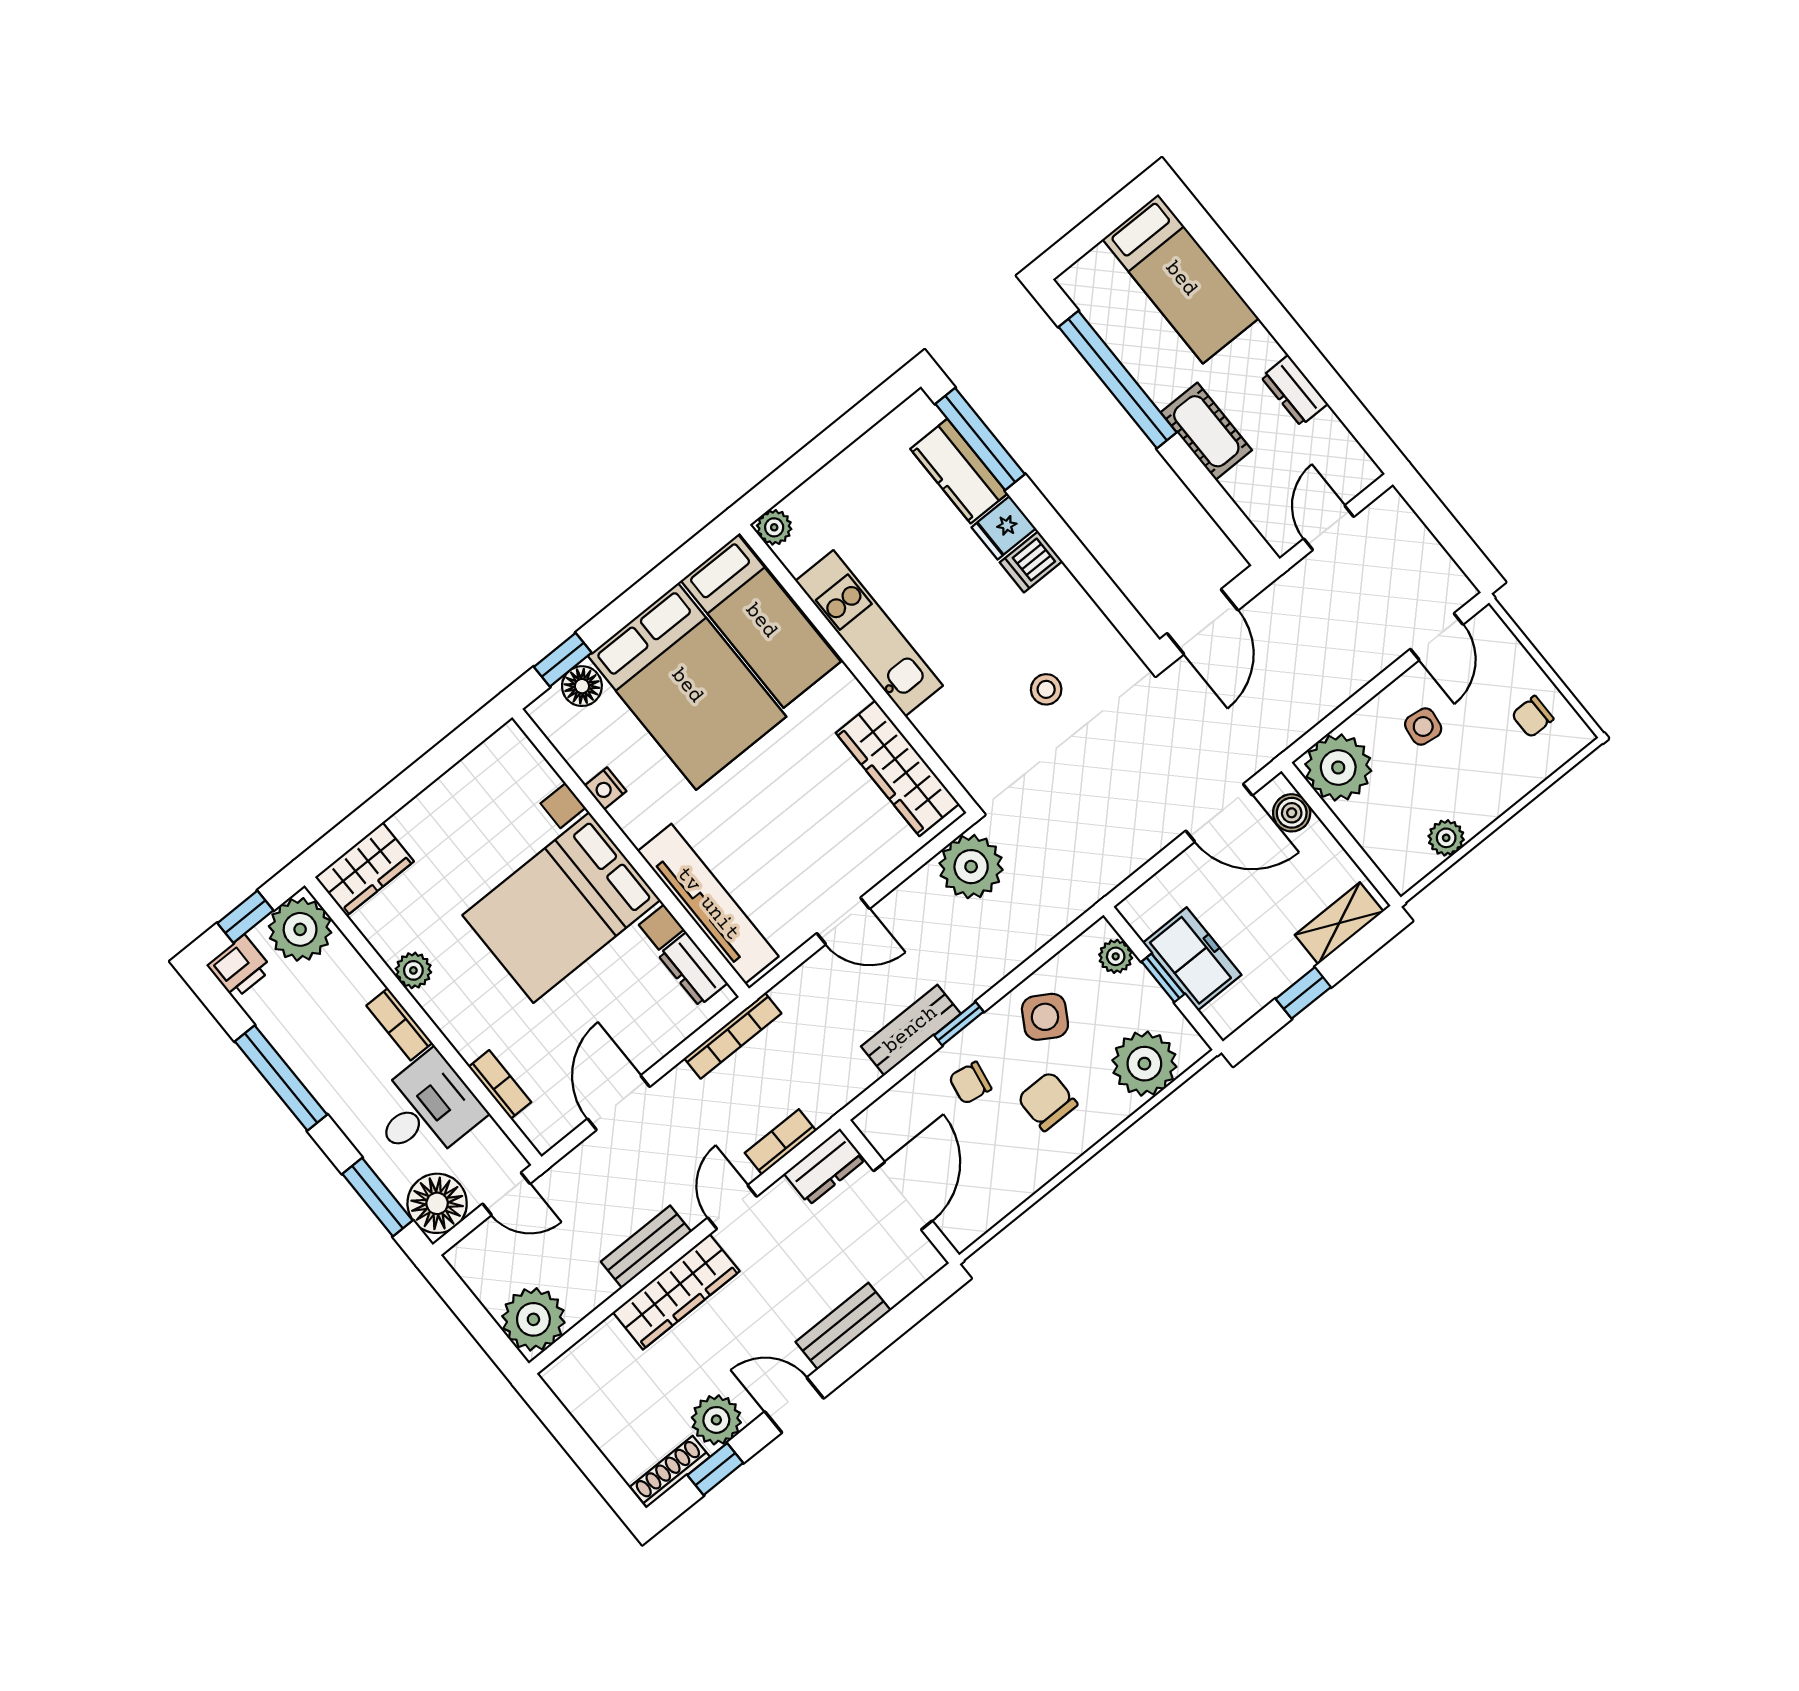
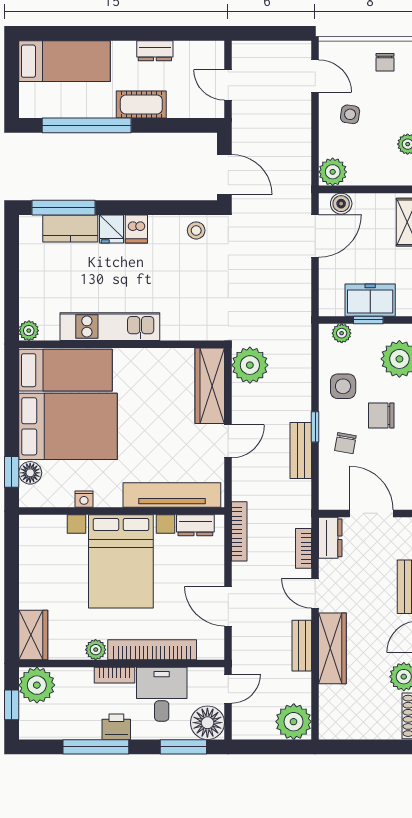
stool: (1046, 689) -> (196, 230), moved
plant: (1338, 767) -> (333, 172), width x0.73, depth x0.73
wardrobe: (897, 768) -> (210, 386), moved, turned 90
printer: (239, 967) -> (116, 727), moved, turned -90
side table: (1045, 1017) -> (343, 386), turned -31
bookcase: (500, 1084) -> (152, 650), width x2.31, depth x1.31

